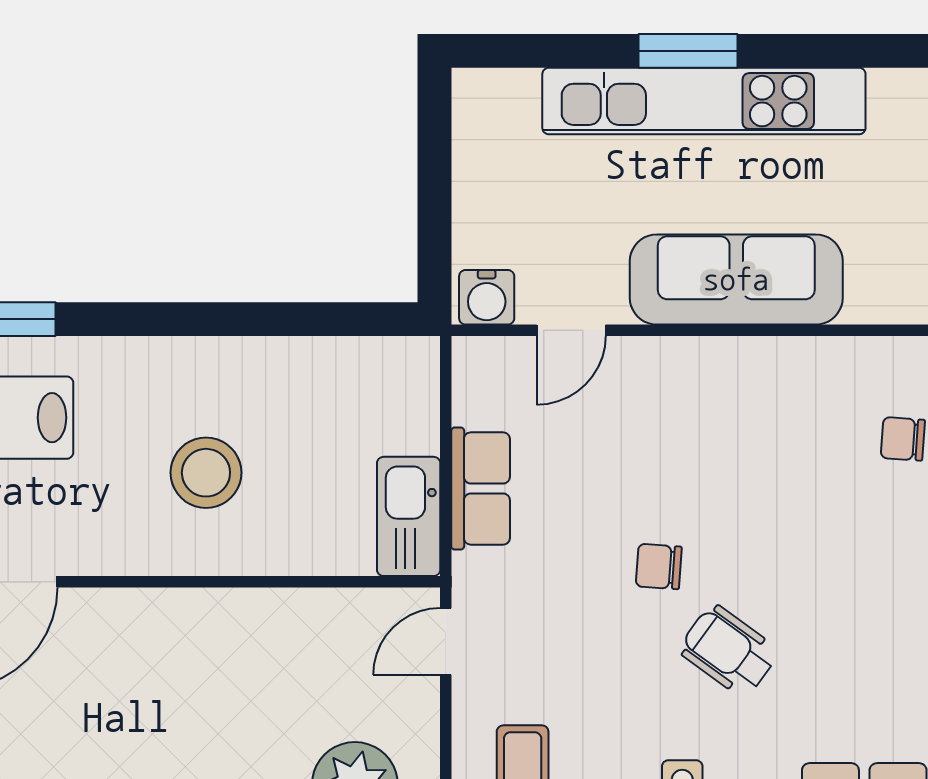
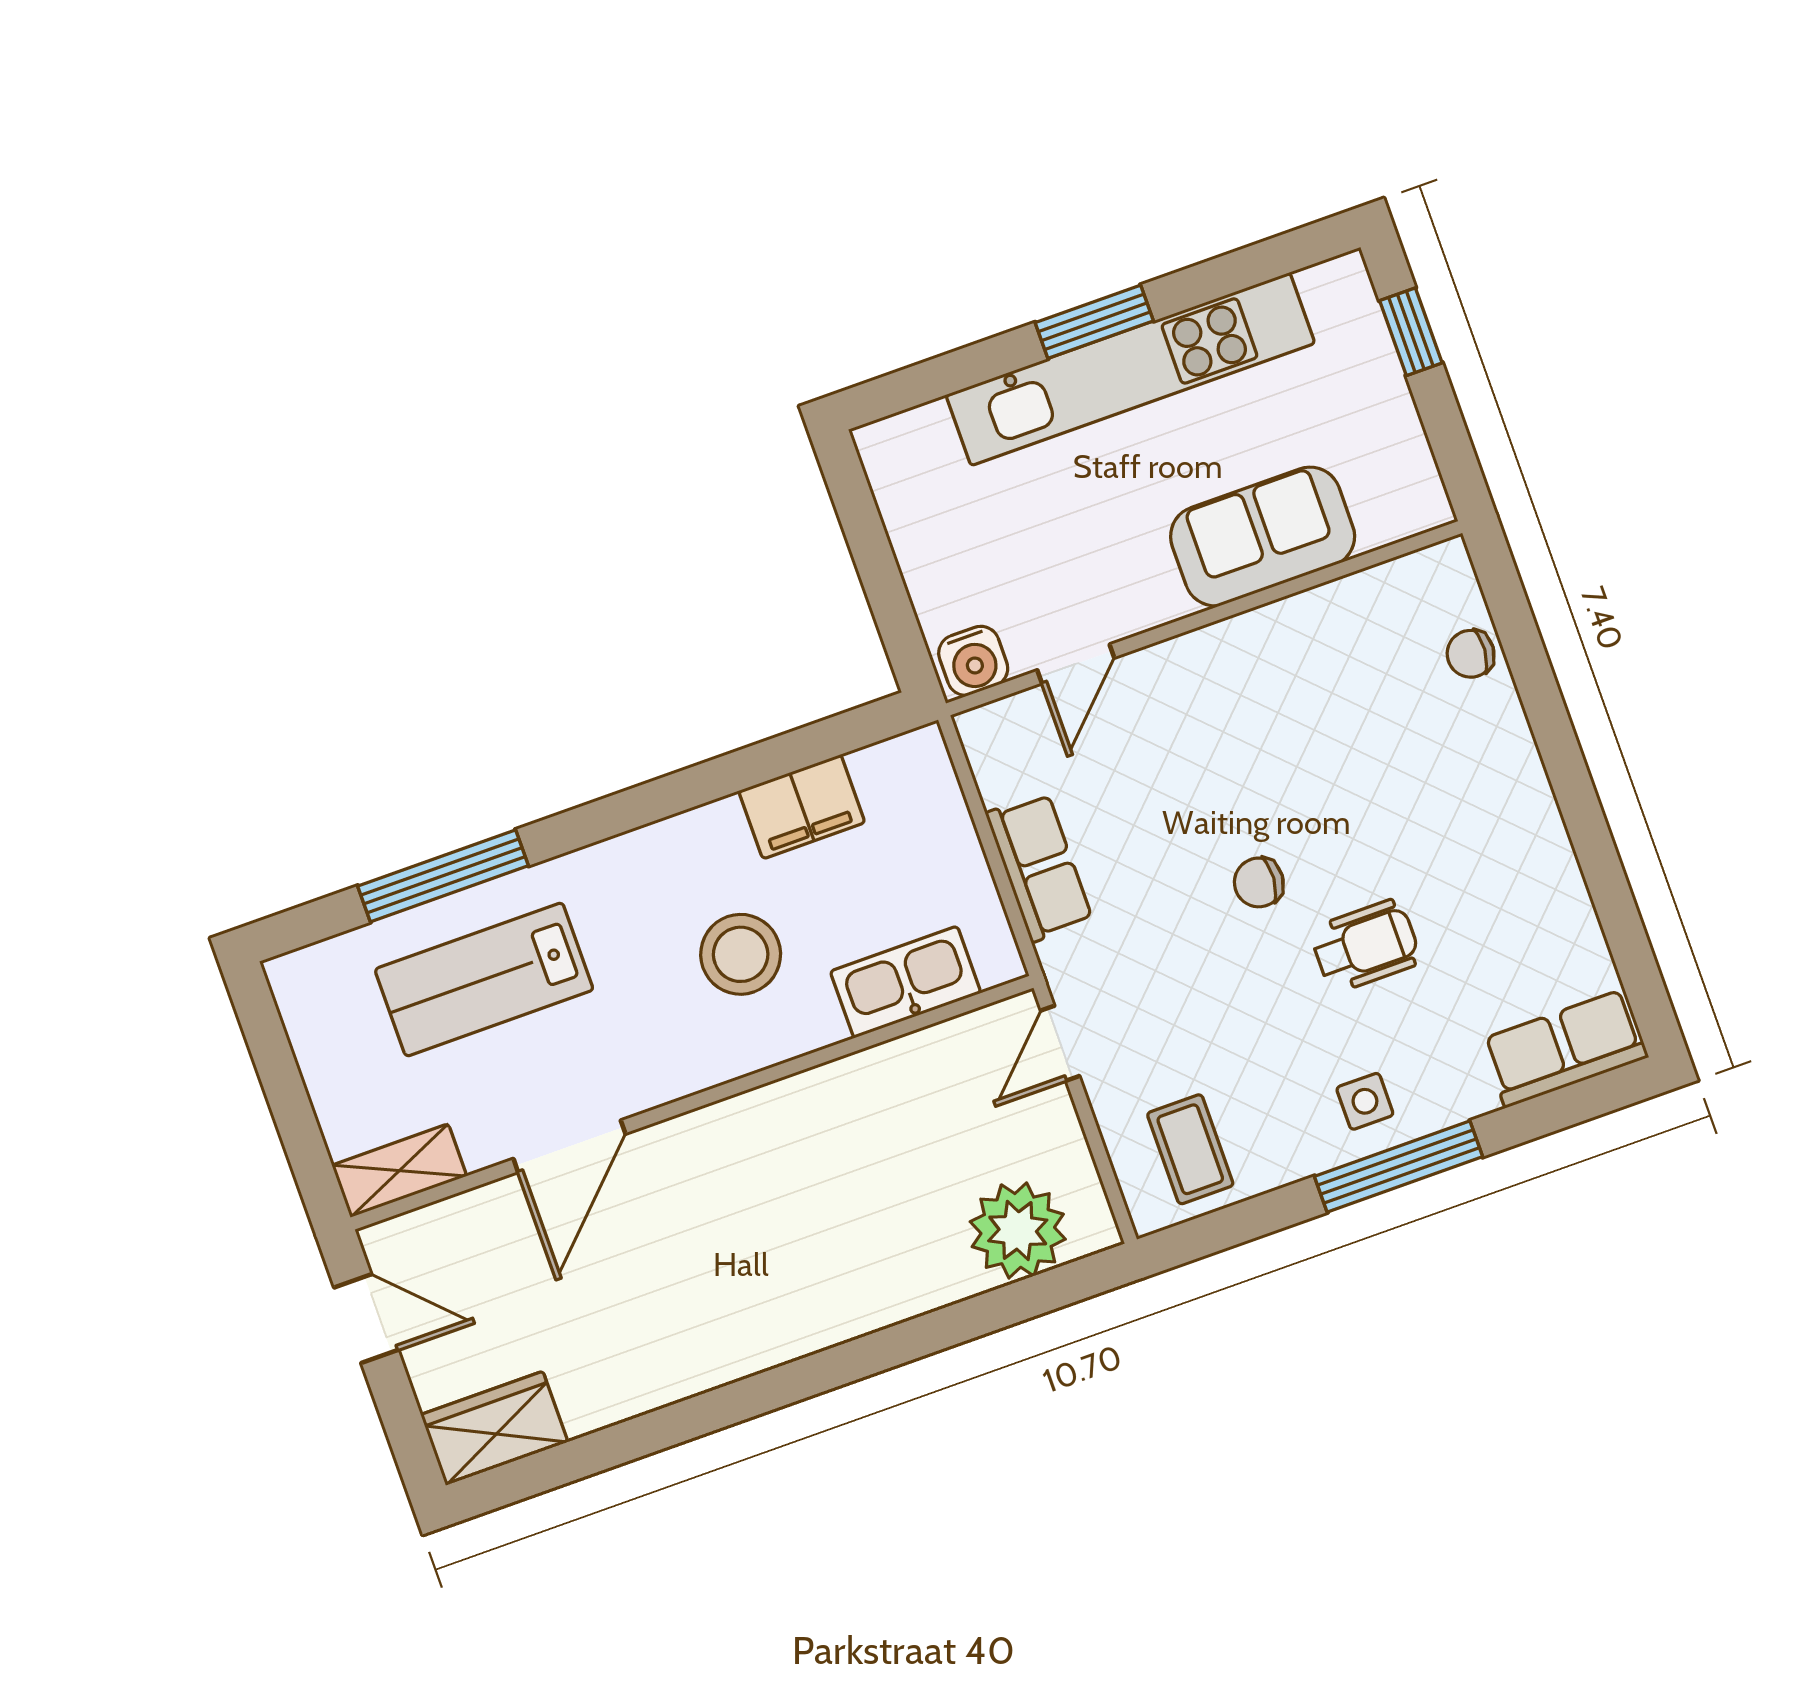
sofa: (736, 279) -> (1263, 536), width x0.73
filing cabinet: (301, 368) -> (802, 807), added
kitchen sink: (409, 516) -> (906, 982), moved, turned 90
wheelchair: (729, 651) -> (1365, 946), turned 144

